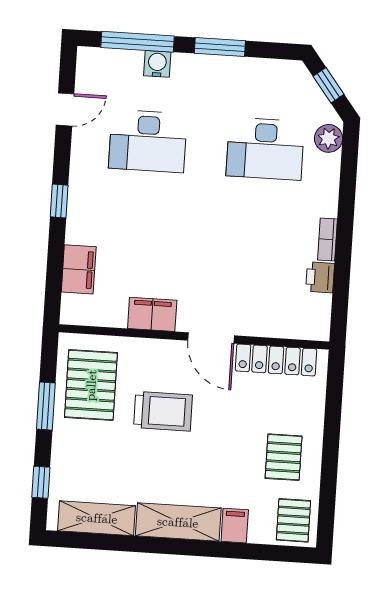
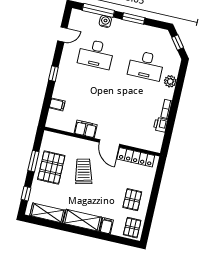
plant: (329, 138) -> (170, 81), moved
filing cabinet: (79, 269) -> (57, 104), width x0.50
pallet: (91, 385) -> (51, 168), moved
trolley: (163, 411) -> (84, 171), turned -104

